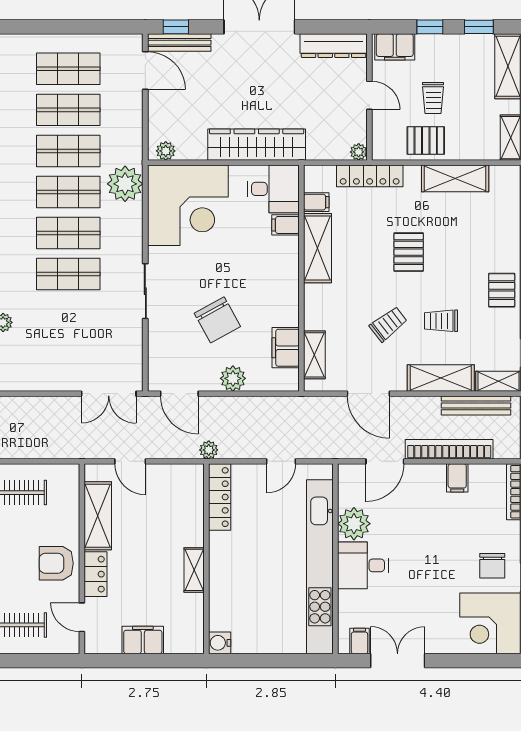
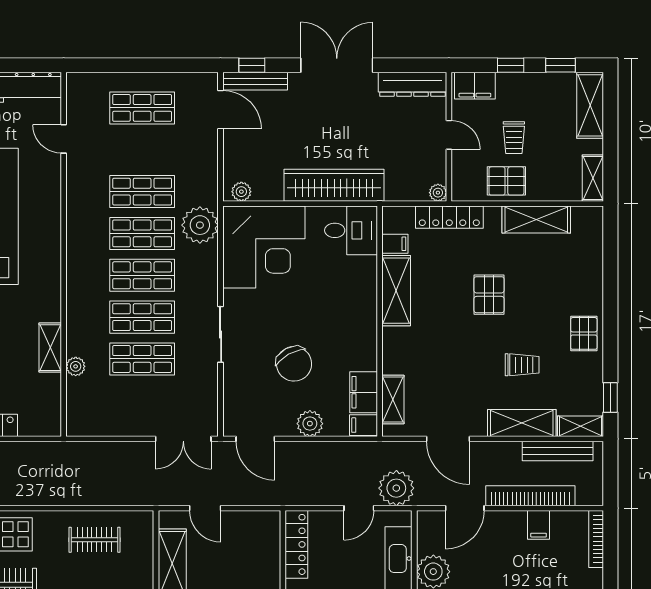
shop shelf: (68, 110) -> (142, 359), moved
filing cabinet: (285, 225) -> (363, 425), moved
trolley: (441, 321) -> (522, 365), turned 180
trolley: (388, 324) -> (468, 368), removed
plant: (209, 450) -> (396, 488), moved, width x1.87, depth x1.87

